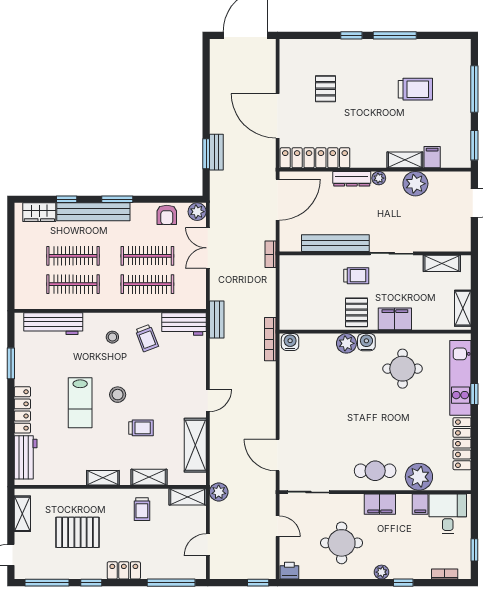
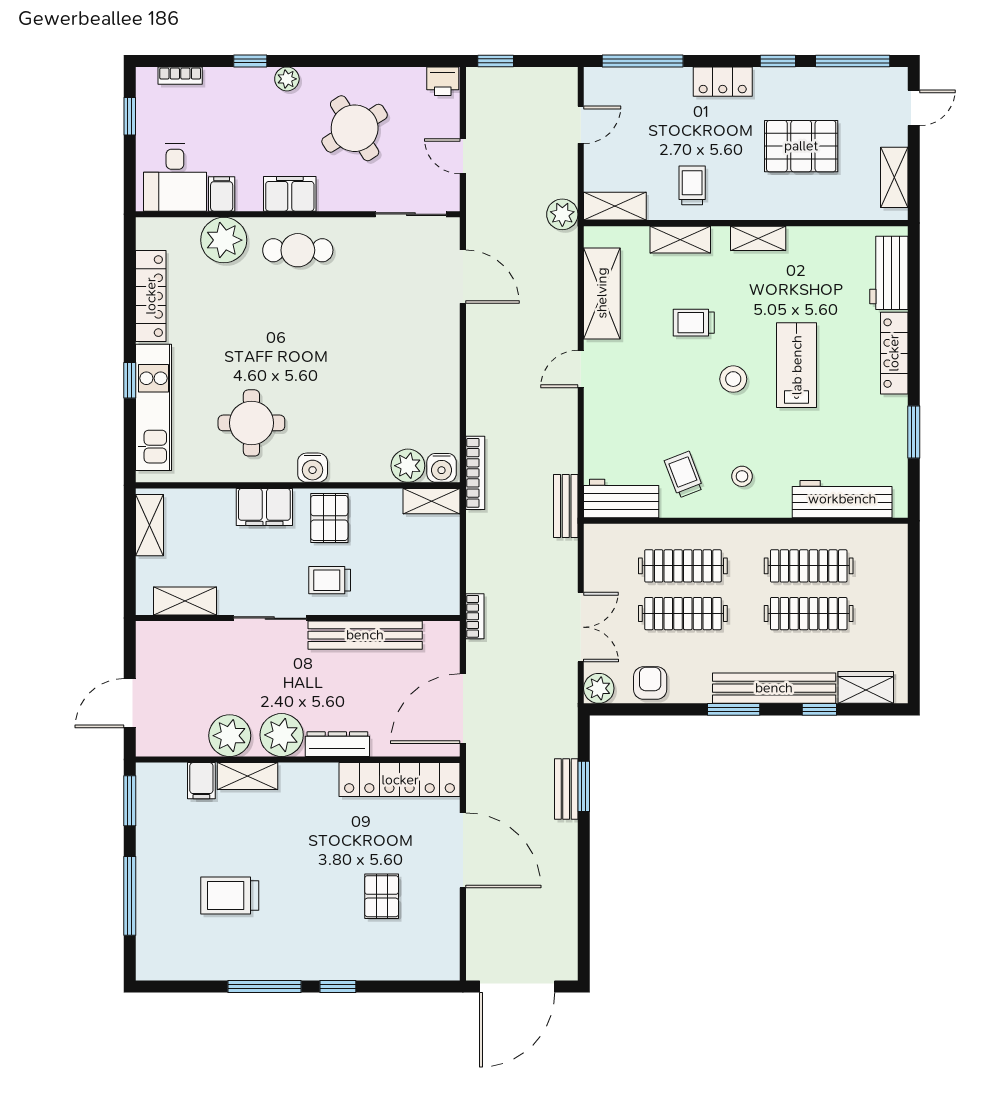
plant: (379, 178) -> (282, 735), width x1.87, depth x1.87
shelving: (296, 322) -> (432, 501), added
plant: (346, 343) -> (408, 466), moved
round table: (342, 543) -> (355, 128), turned -32

